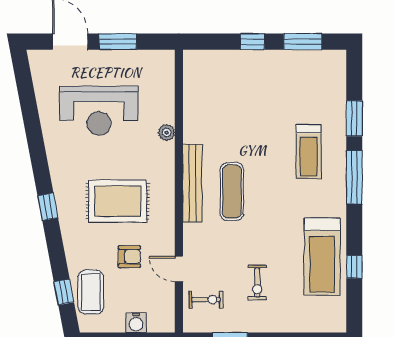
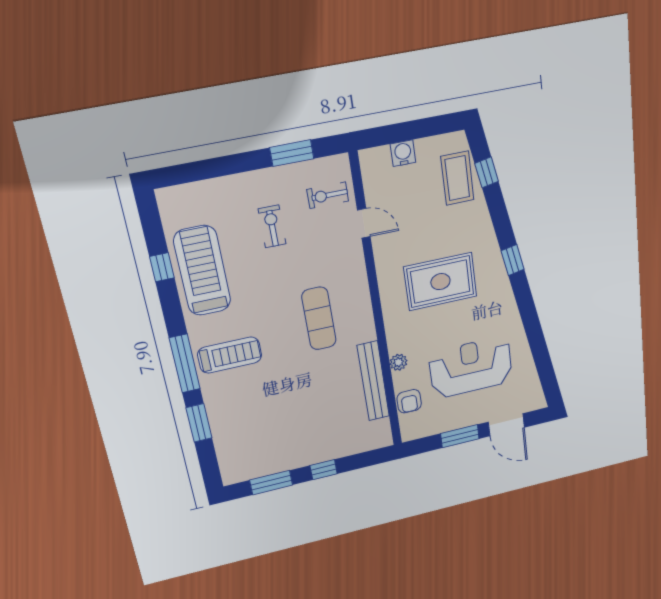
treadmill: (309, 151) -> (230, 355), moved, turned 90
bench: (192, 183) -> (373, 381), moved
armchair: (129, 257) -> (409, 401), moved, turned -90

